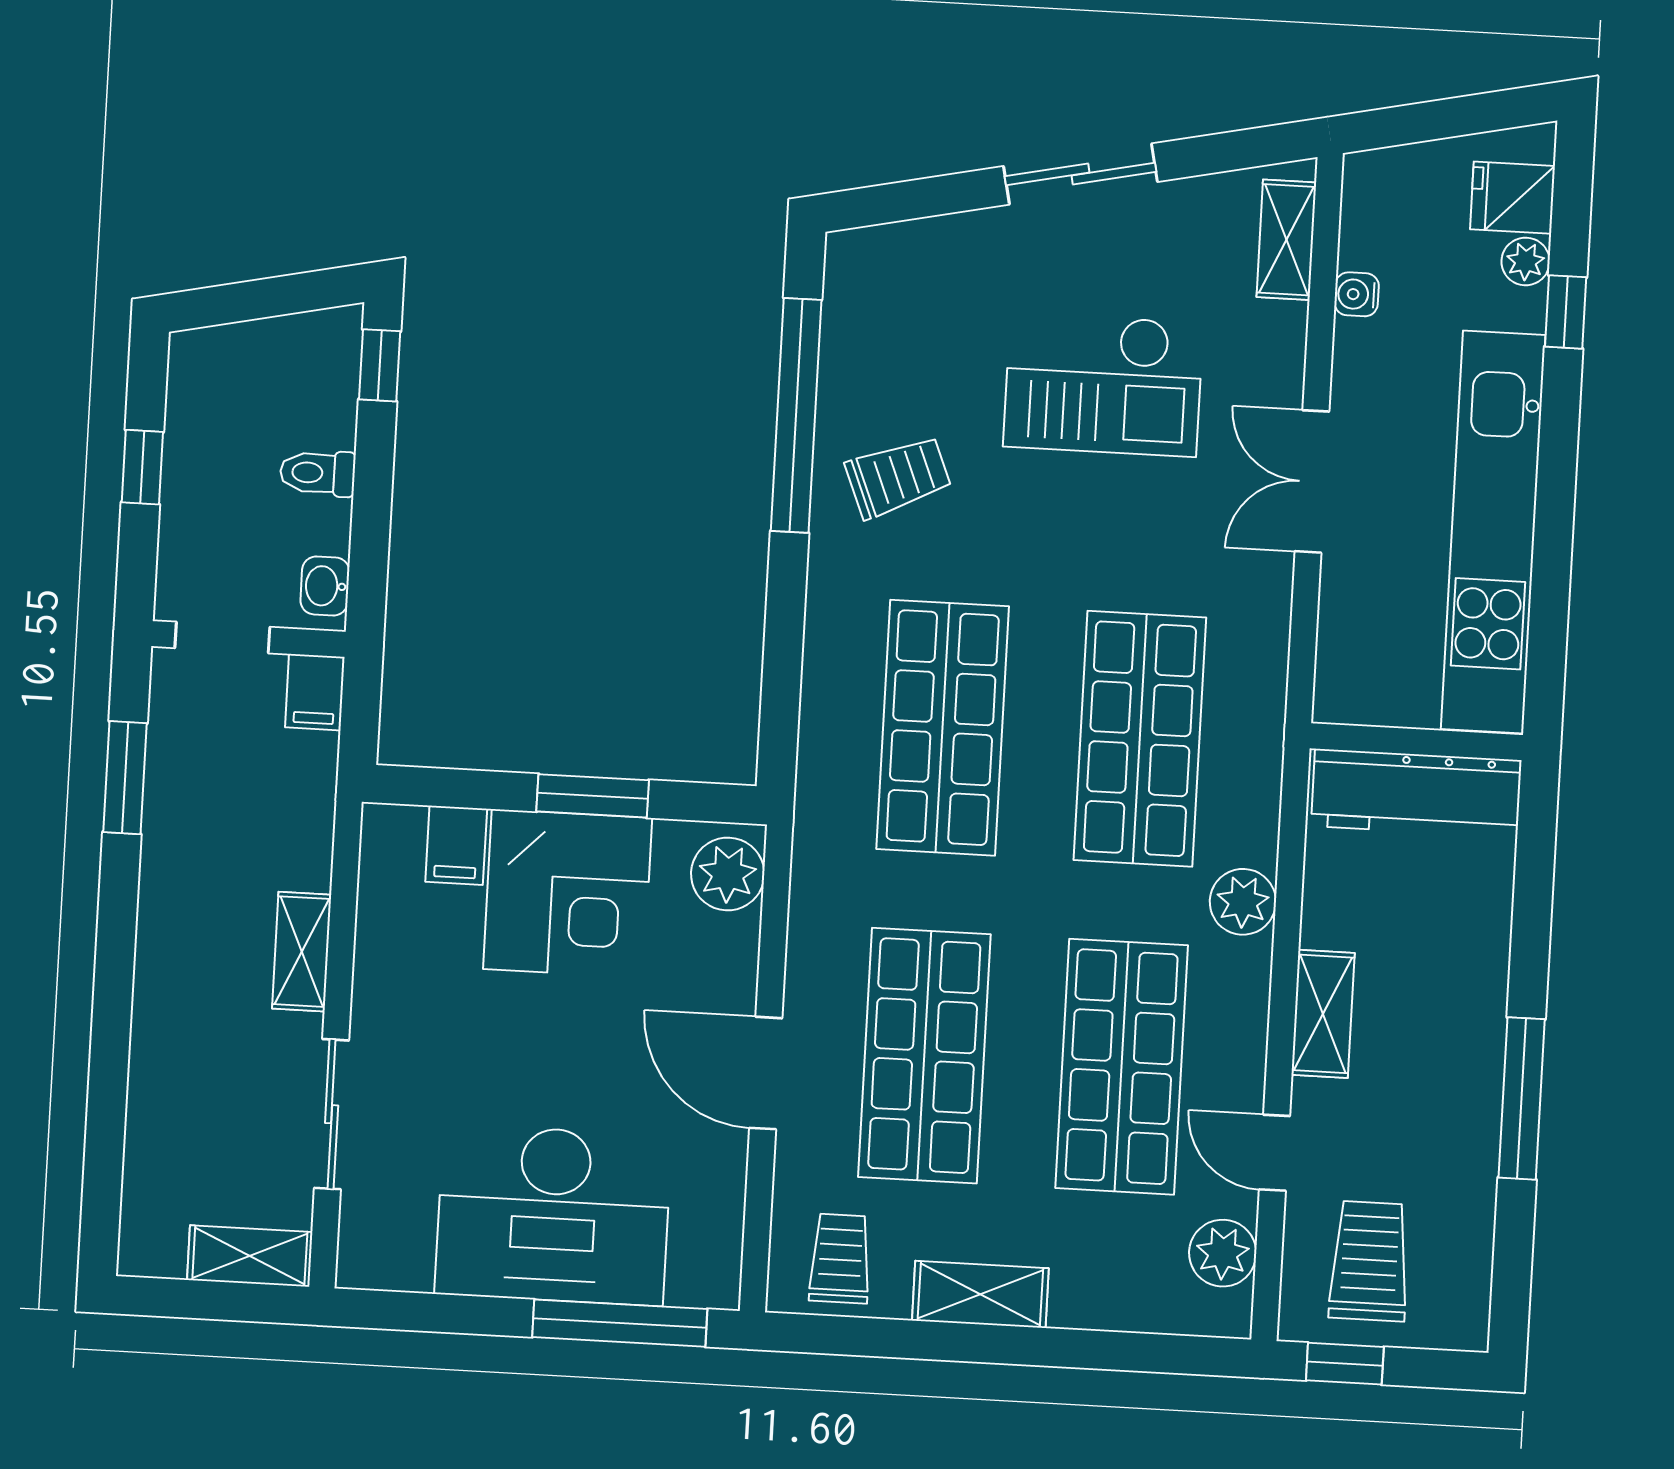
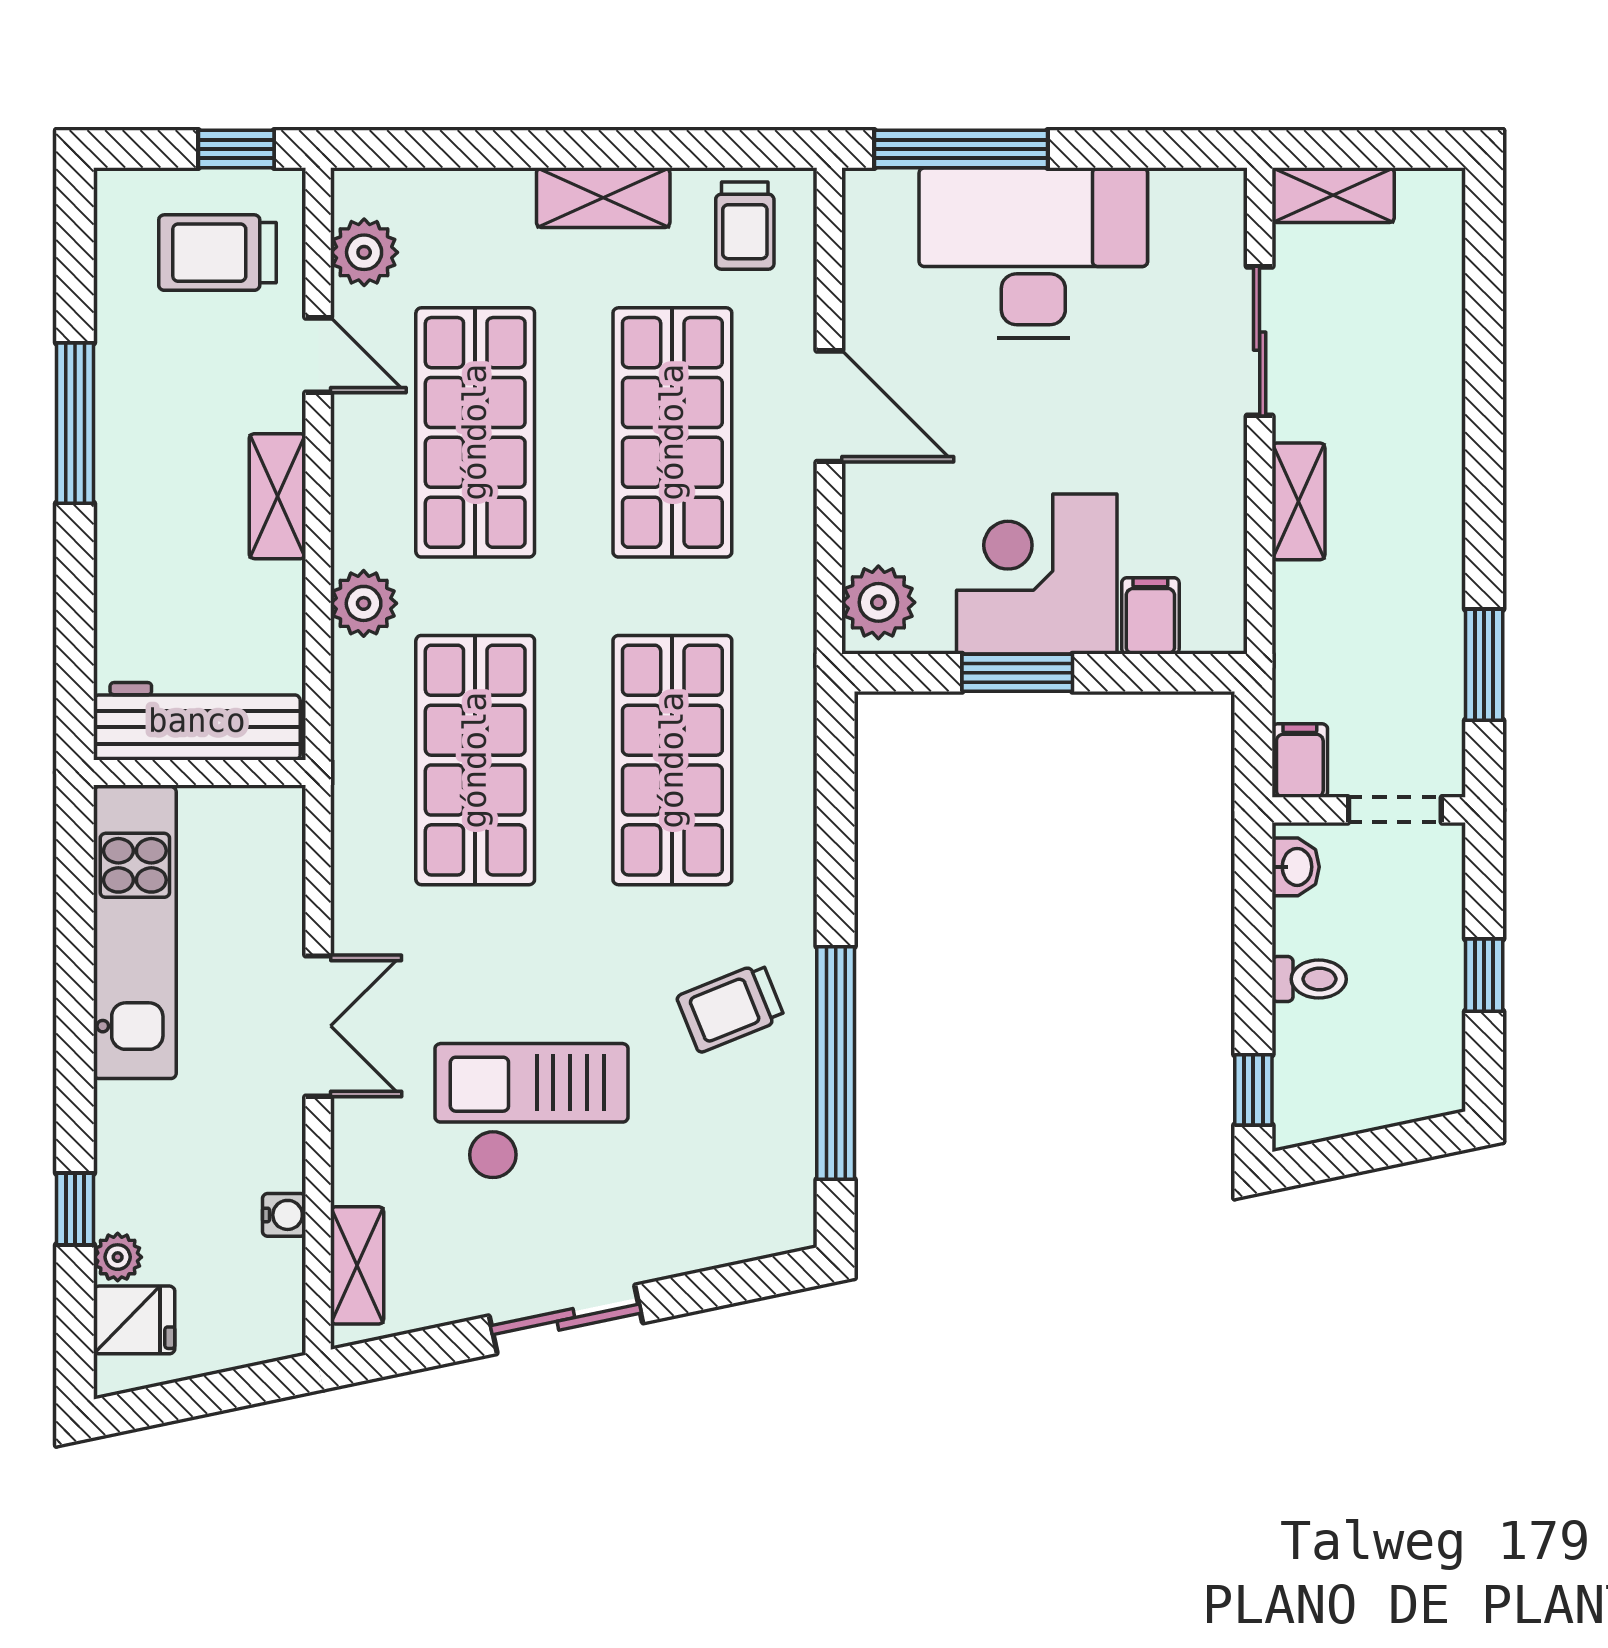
kitchen unit: (1493, 532) -> (135, 933), width x0.73
trolley: (1369, 1261) -> (217, 253), turned 90

